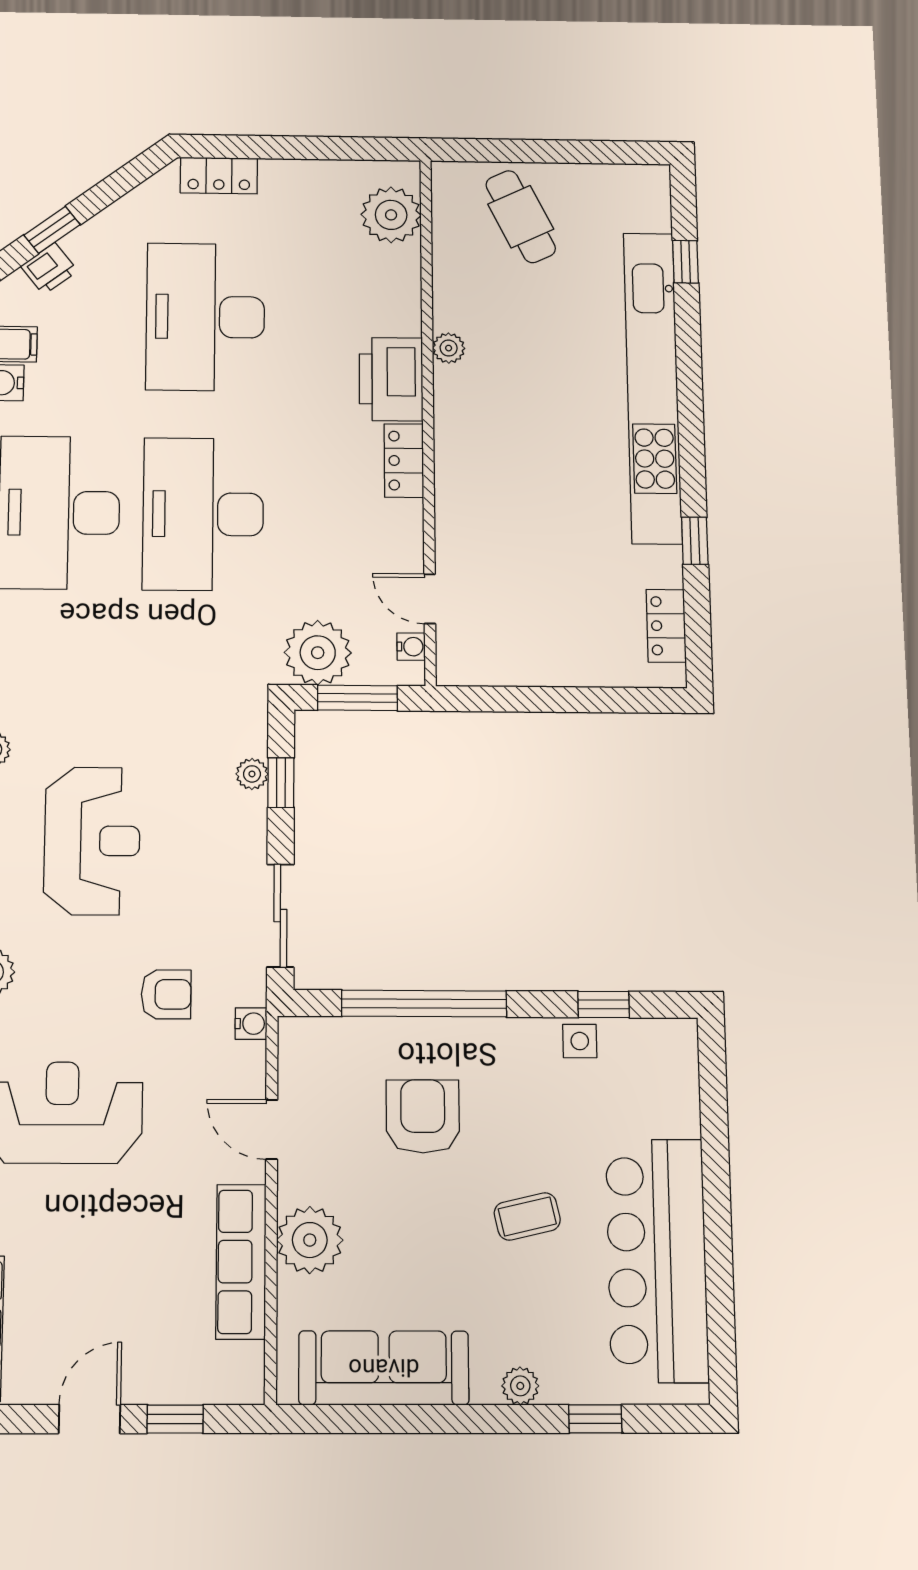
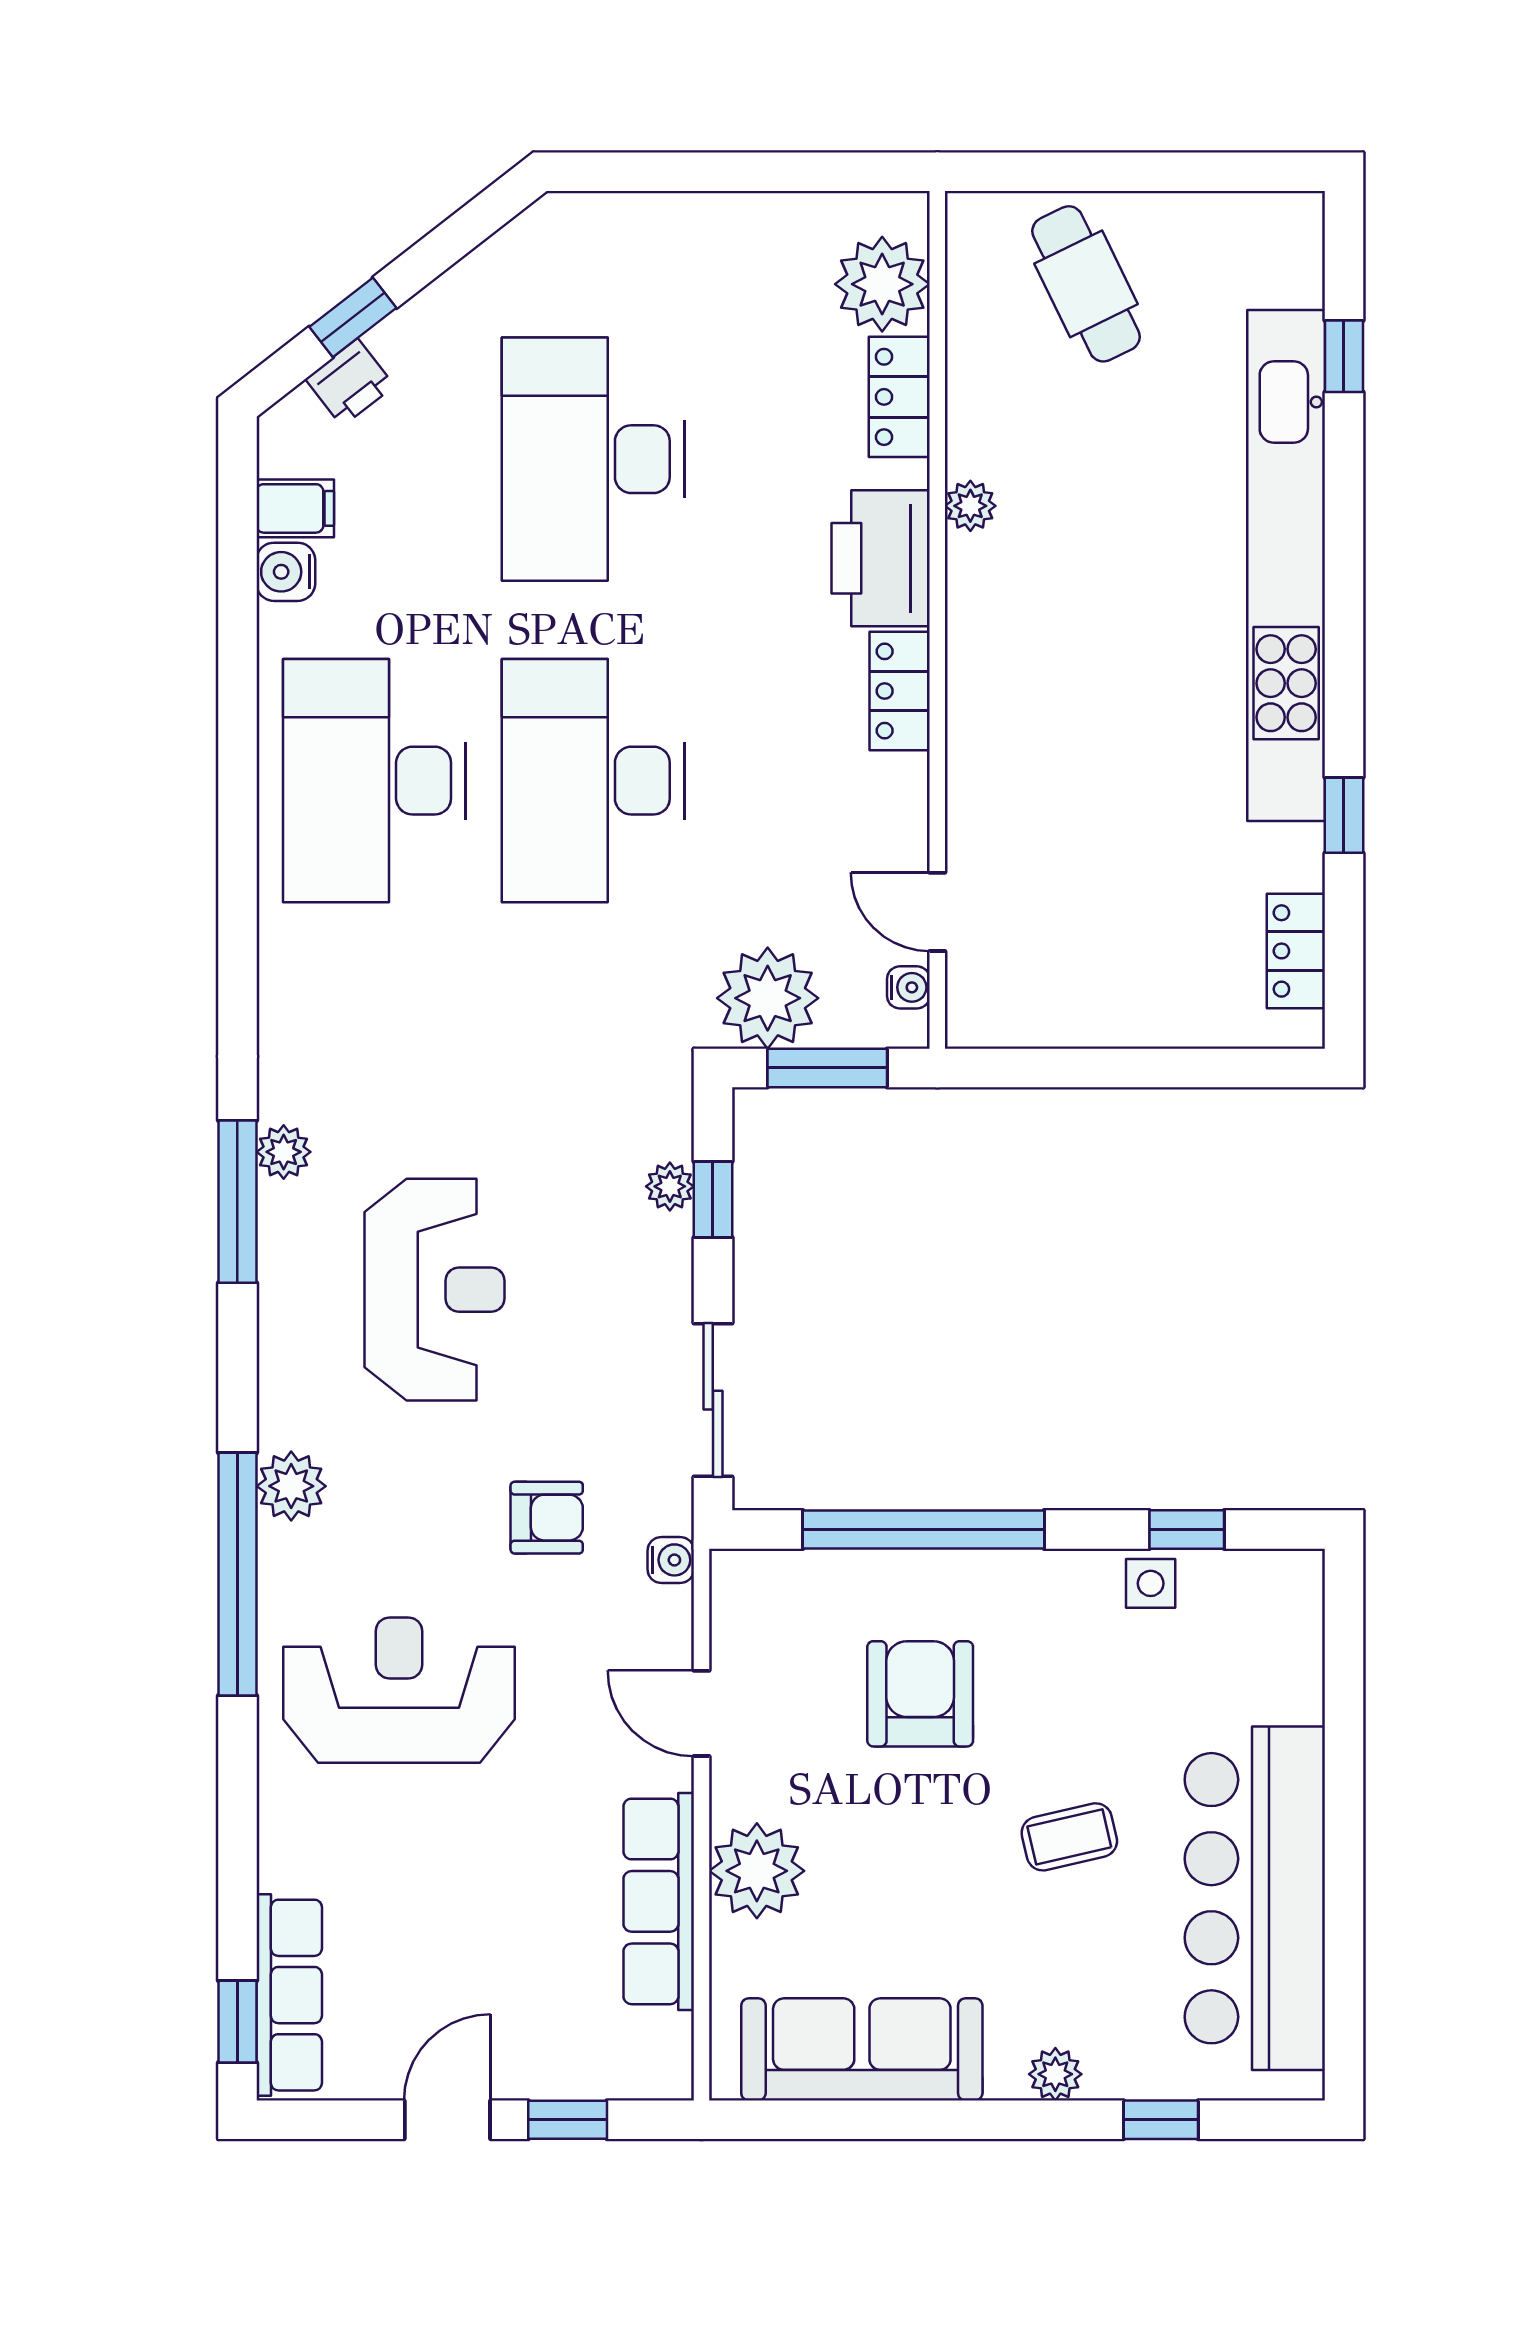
locker: (219, 176) -> (899, 397), moved, turned 90

